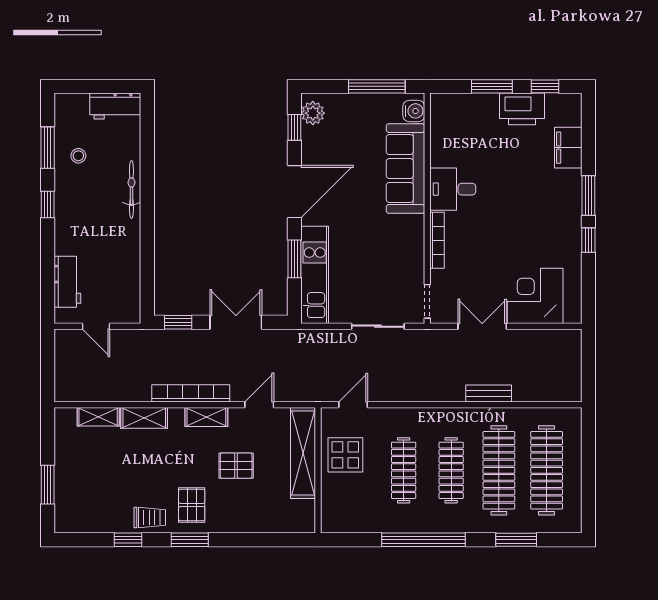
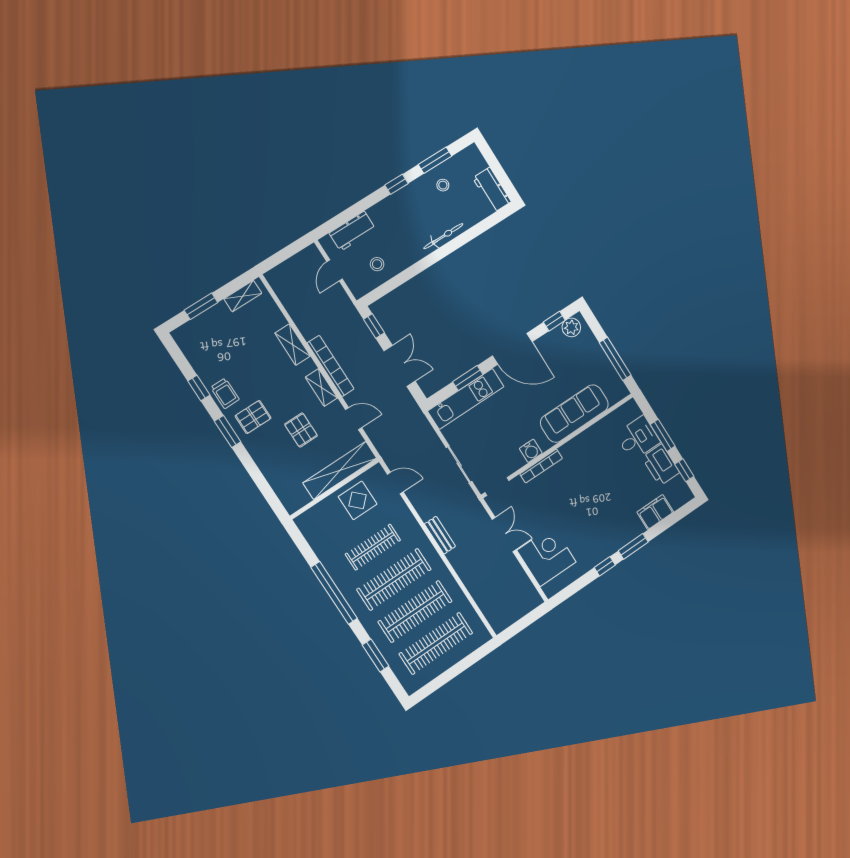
water cooler: (414, 111) -> (531, 451), moved
desk: (453, 189) -> (638, 438), moved, turned 90
stool: (117, 278) -> (377, 264), added
bench: (489, 394) -> (440, 535), moved
shelving: (98, 417) -> (243, 296), moved, turned 90
clothes rail: (451, 470) -> (394, 579), width x1.37, depth x1.31

